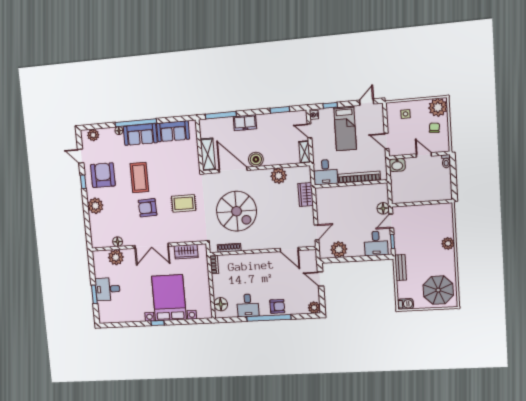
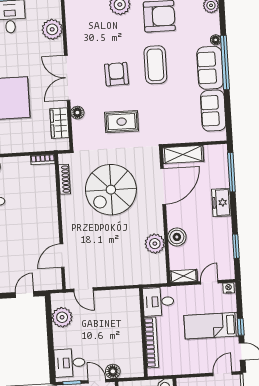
window: (330, 105) -> (241, 327), moved
door: (387, 141) -> (223, 374), moved
boiler: (256, 159) -> (177, 237), moved
coffee table: (139, 178) -> (155, 65), turned 90
wardrobe: (306, 194) -> (131, 277), removed
rug: (184, 203) -> (122, 122), turned 90
floor lamp: (118, 242) -> (77, 113), moved

